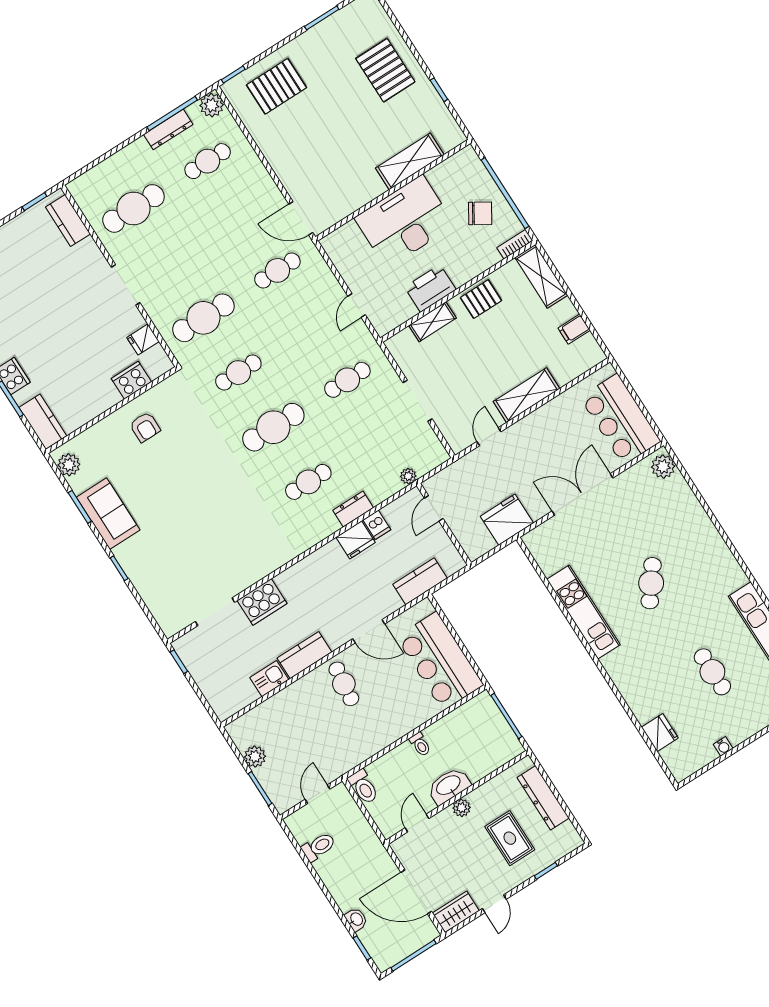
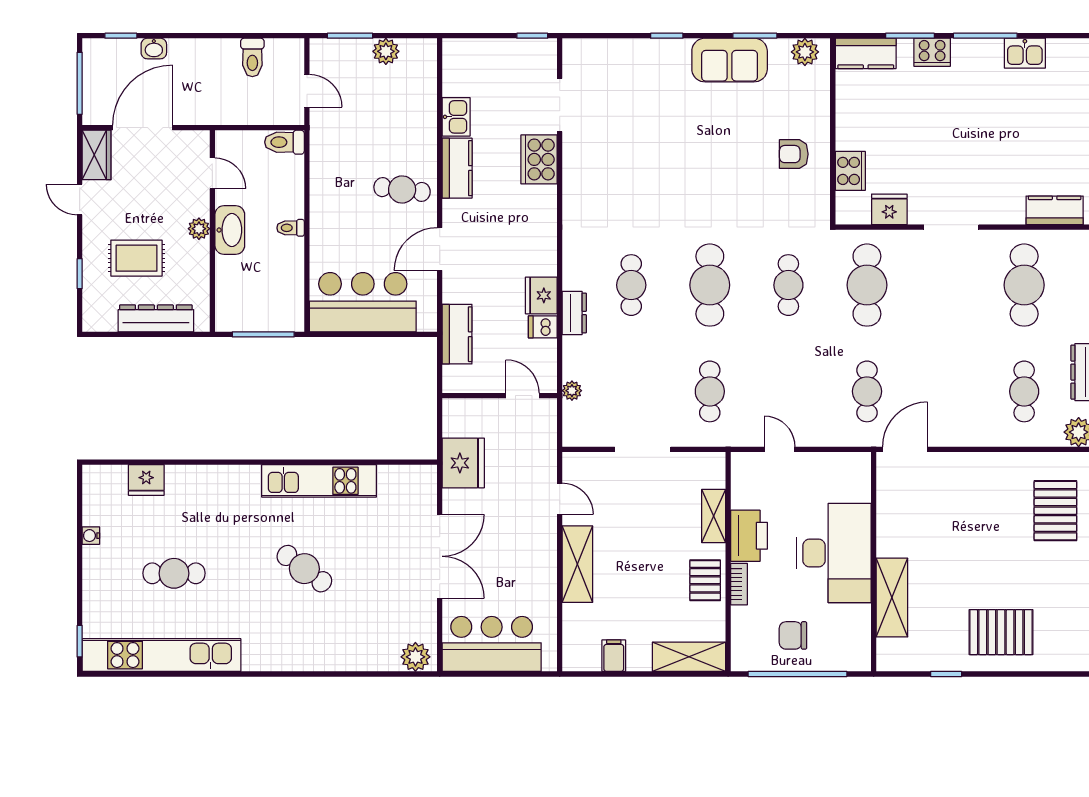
chair: (480, 213) -> (793, 635), turned 58
bookcase: (515, 244) -> (739, 584), moved
fridge: (143, 339) -> (889, 209), width x1.38

